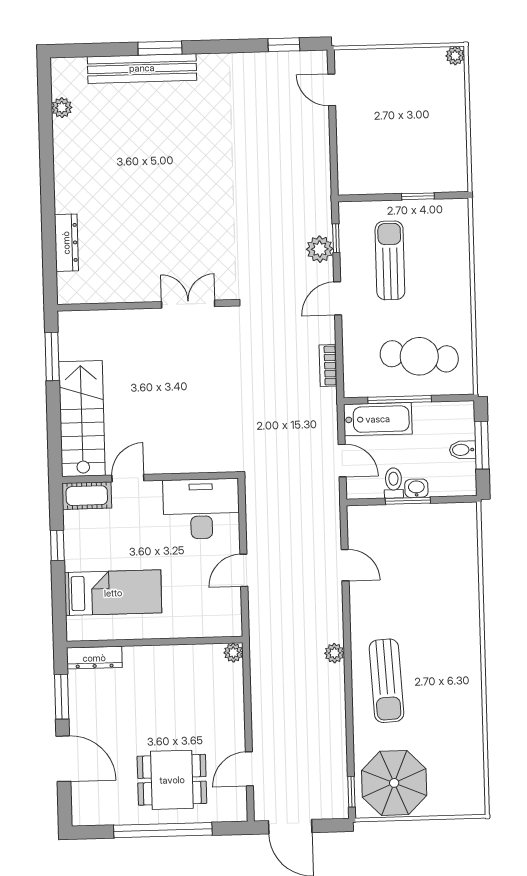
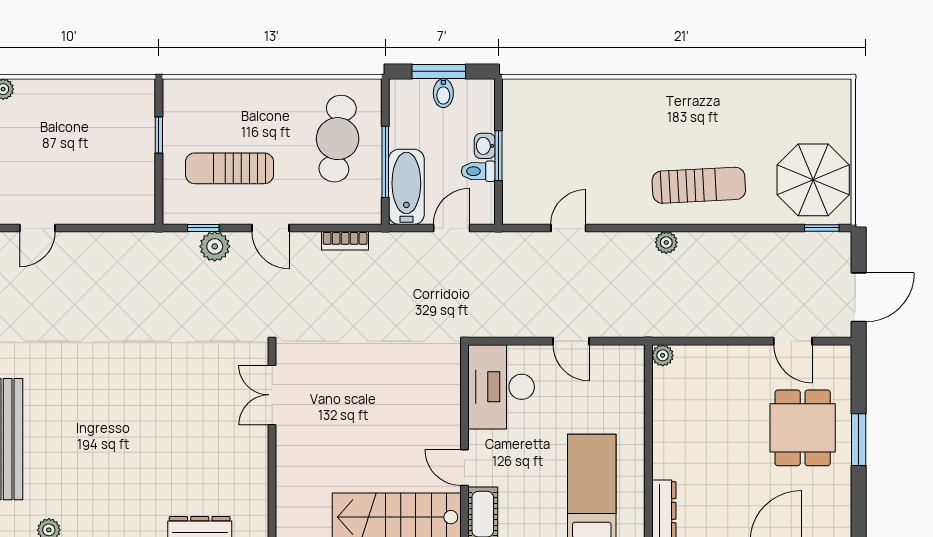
window: (163, 830) -> (859, 440), width x0.47

